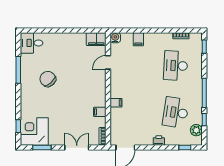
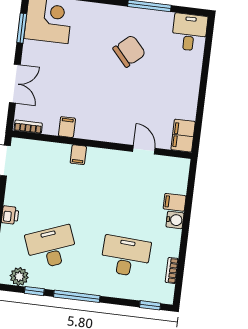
water cooler: (115, 38) -> (175, 220), moved
desk: (176, 112) -> (51, 247), turned -30

